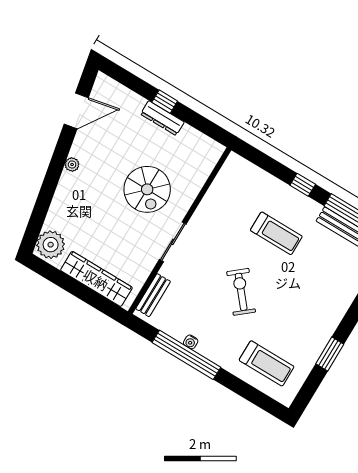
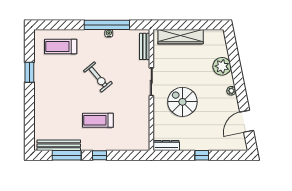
dresser: (162, 118) -> (166, 146), moved
plant: (51, 245) -> (222, 66), moved

